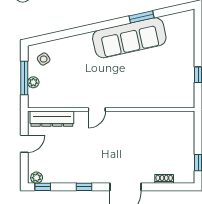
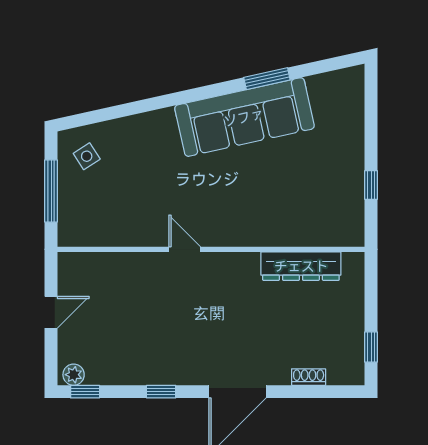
plant: (33, 82) -> (68, 199), removed
door: (97, 110) -> (185, 249), swing flipped
dresser: (52, 119) -> (301, 266), moved

